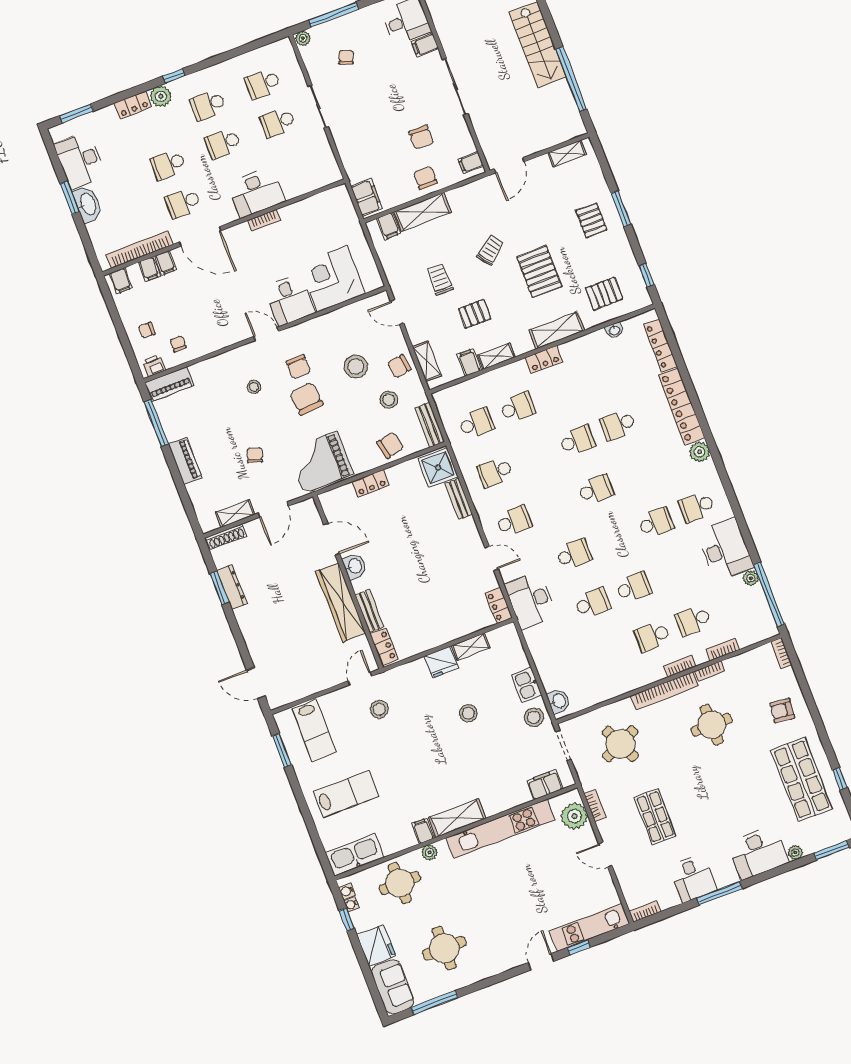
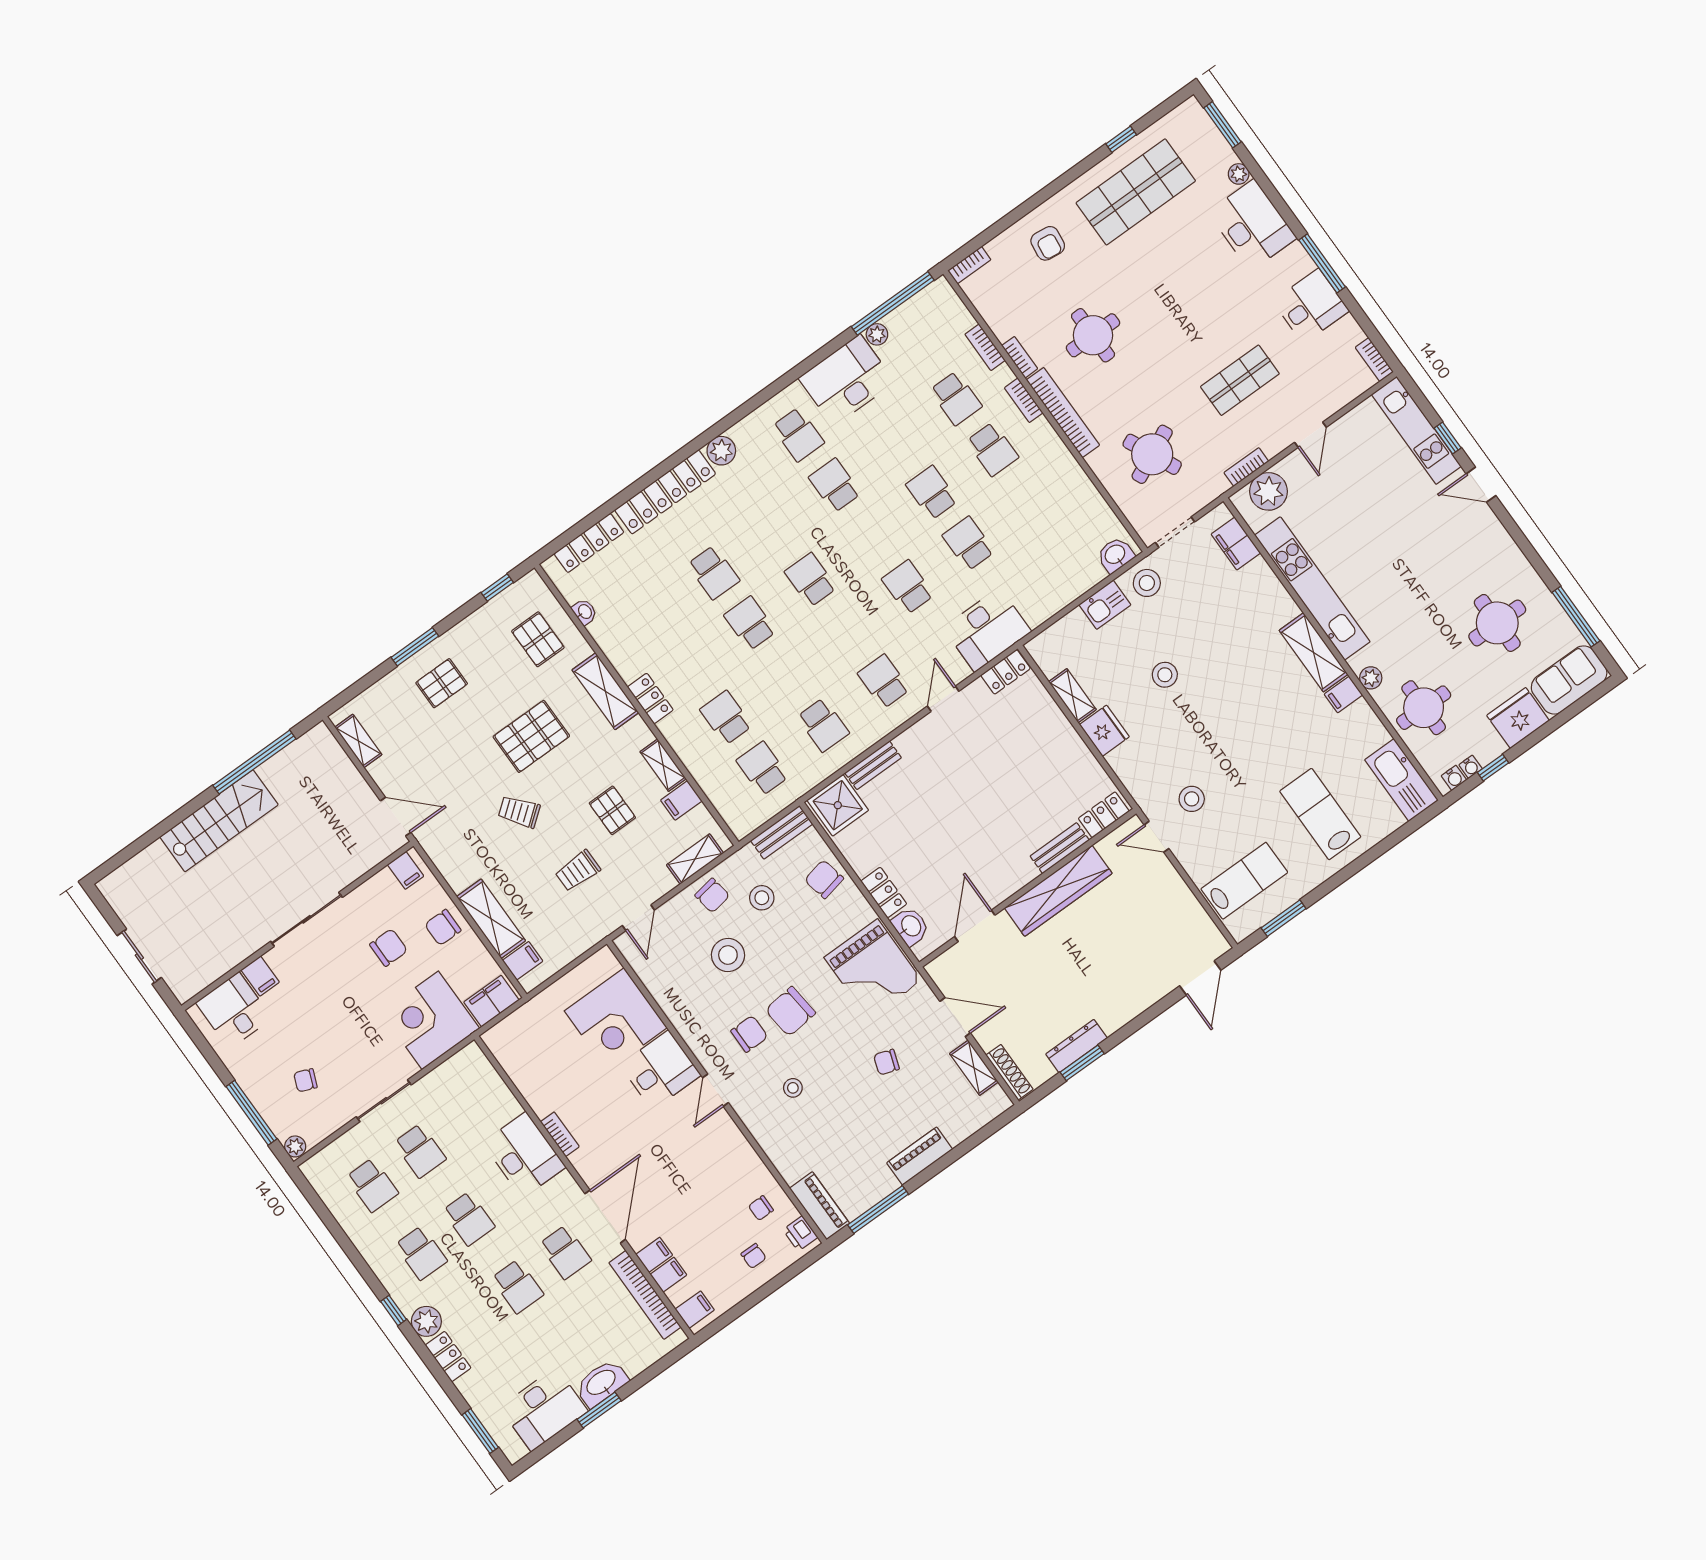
corner desk: (365, 153) -> (430, 1020), added
washbasin: (355, 566) -> (911, 926), moved, turned 90

